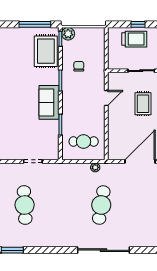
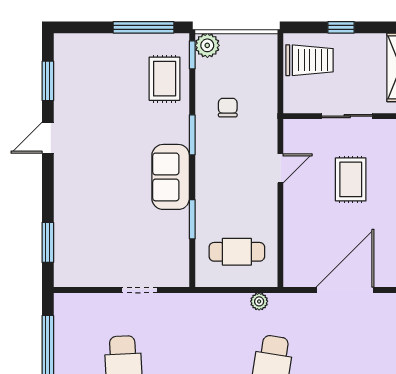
trolley: (134, 39) -> (309, 60), moved
rug: (46, 51) -> (165, 79), width x0.73, depth x0.70

